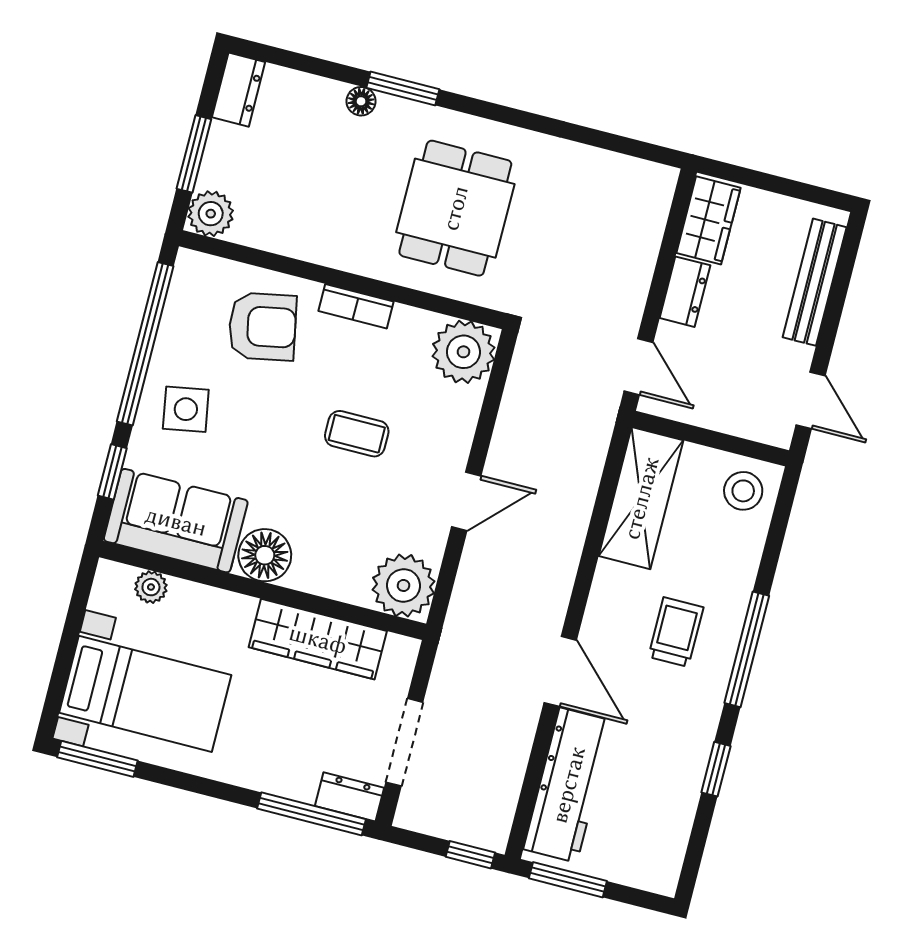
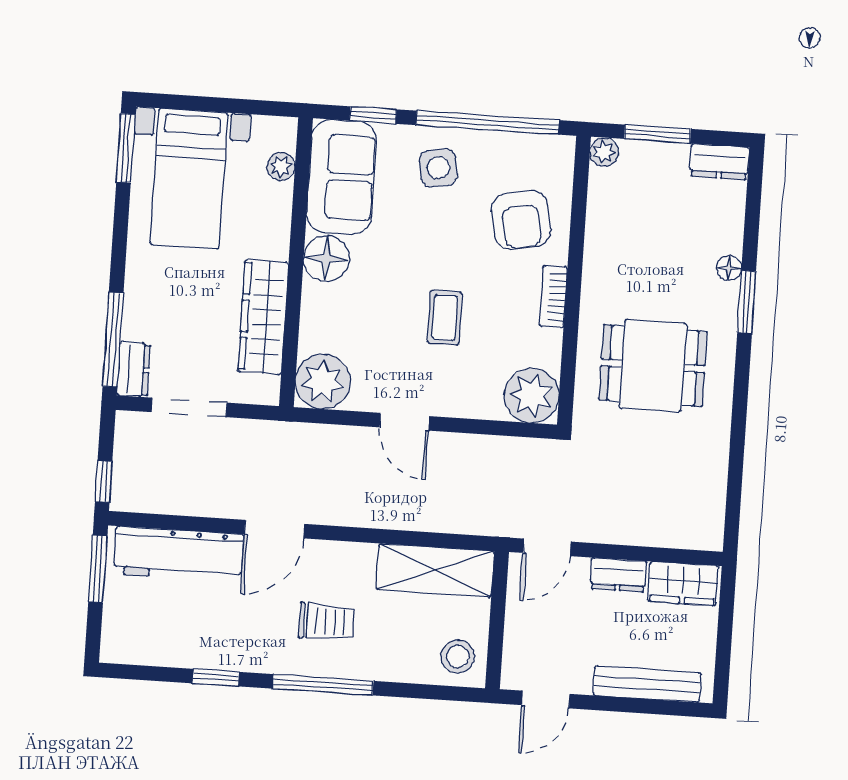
plant: (211, 214) -> (604, 152), width x0.73, depth x0.73

